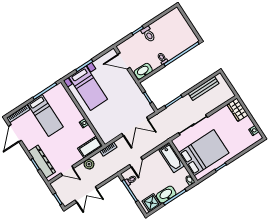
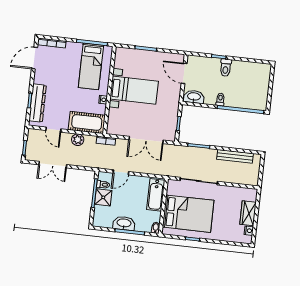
bed with nightstands: (88, 88) -> (134, 90), moved, turned -90
wardrobe: (237, 110) -> (248, 213), moved
bed: (45, 116) -> (91, 66), moved
cot: (90, 147) -> (87, 122), width x1.37, depth x1.34
shower: (151, 203) -> (103, 197), moved

